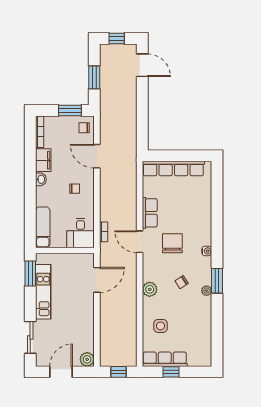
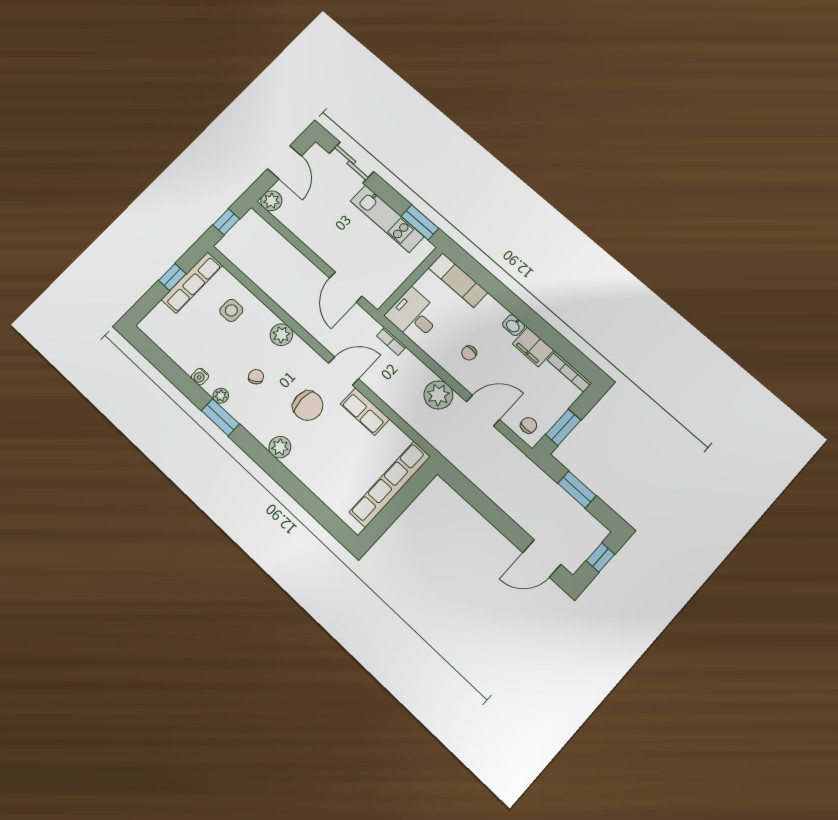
plant: (109, 185) -> (438, 395), added
plant: (204, 238) -> (280, 447), added
water cooler: (207, 251) -> (200, 377), moved

